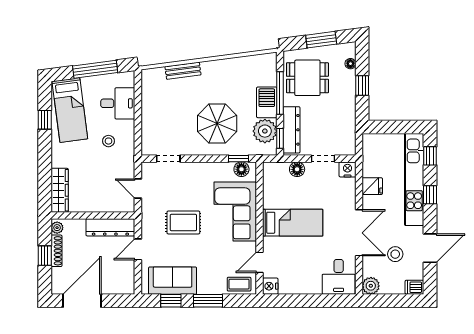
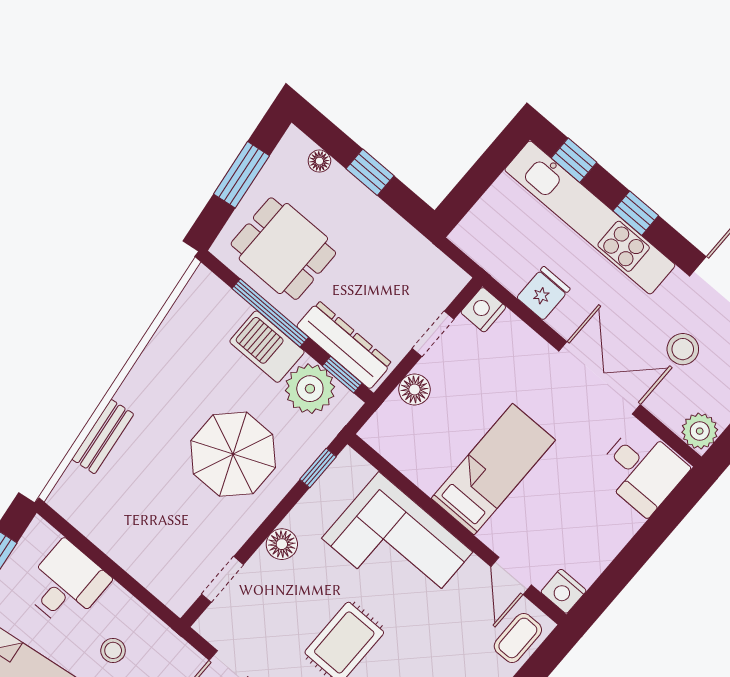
dining table: (307, 78) -> (283, 249), turned 90
floor lamp: (241, 169) -> (282, 544), moved

